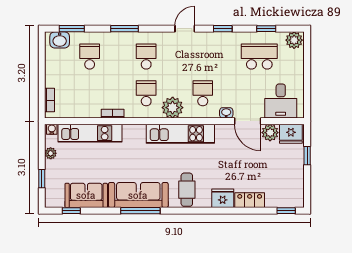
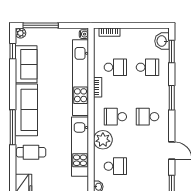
school desk: (146, 57) -> (147, 117), turned 180
school desk: (90, 93) -> (115, 67), added
school desk: (146, 93) -> (115, 117), turned 180
kitchen unit: (90, 133) -> (81, 78), width x1.36
plant: (51, 153) -> (20, 33), moved
window: (42, 179) -> (41, 25), width x2.17
window: (140, 211) -> (13, 127), moved

